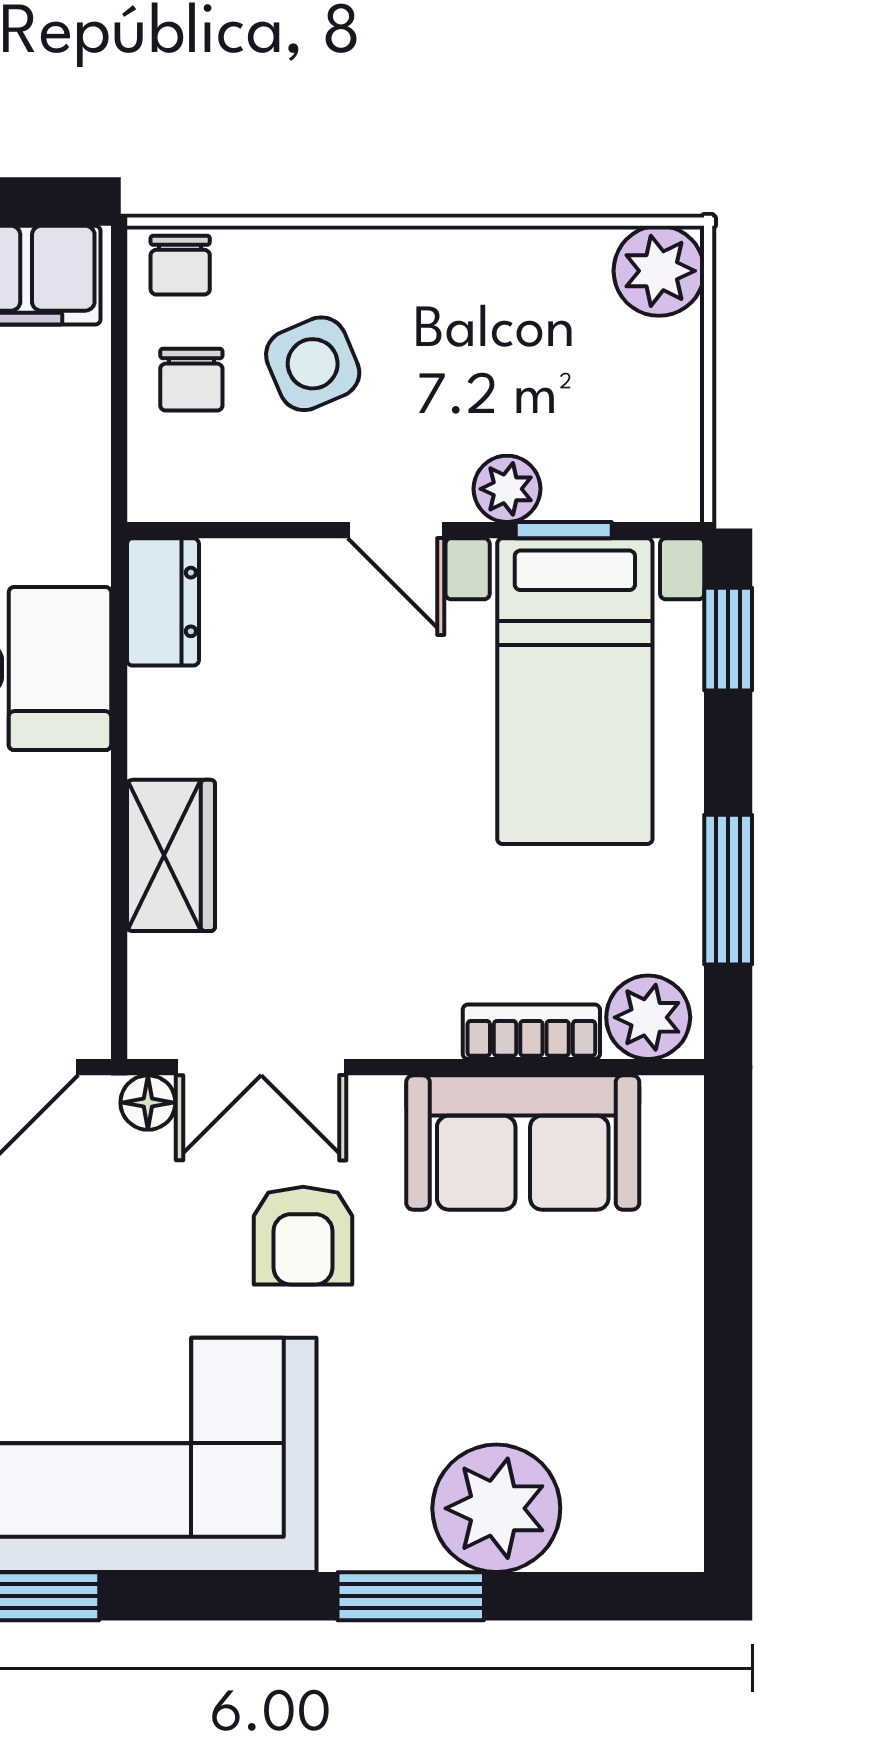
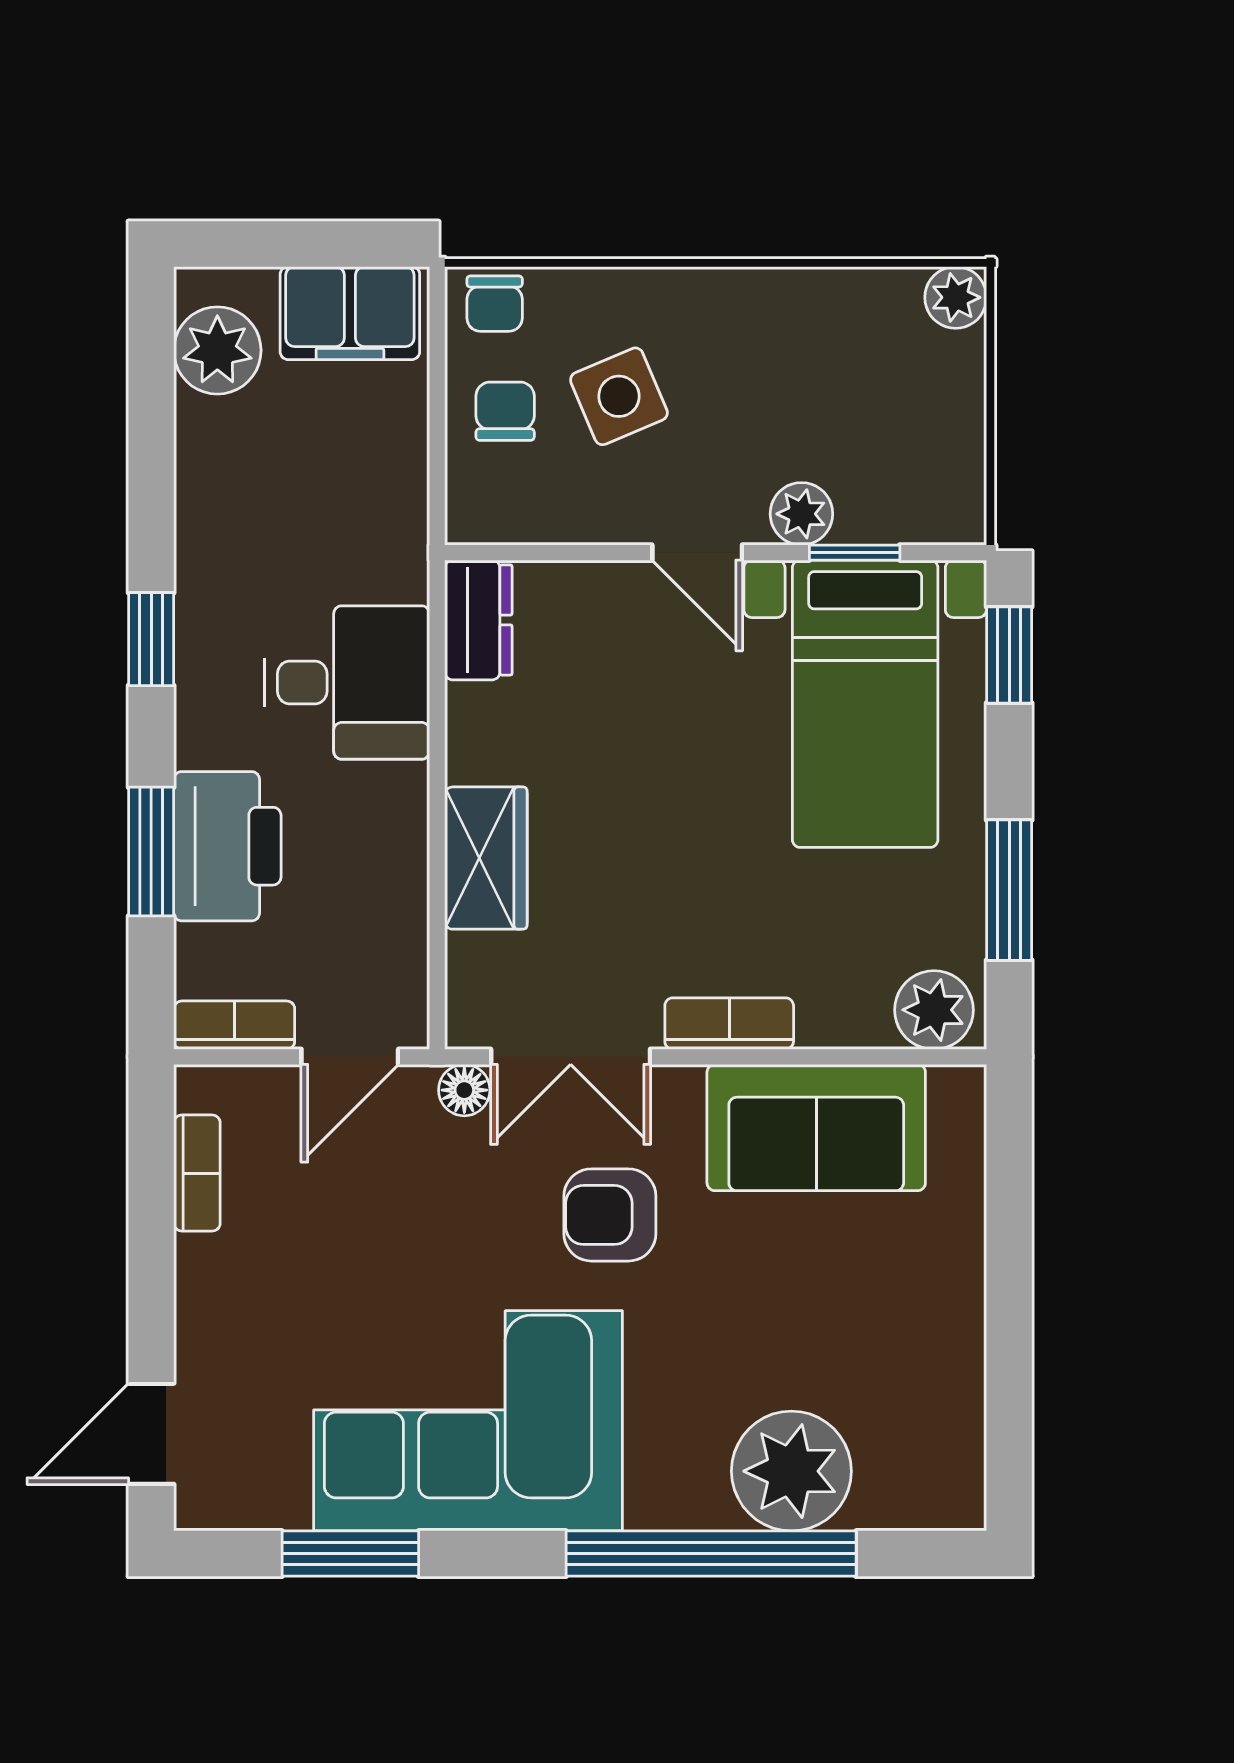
plant: (659, 271) -> (956, 297), width x0.73, depth x0.73
chair: (191, 380) -> (505, 411), turned 180
bookcase: (531, 1032) -> (729, 1024), moved
armchair: (303, 1236) -> (610, 1215), turned 90
window: (411, 1596) -> (711, 1554), width x2.11

